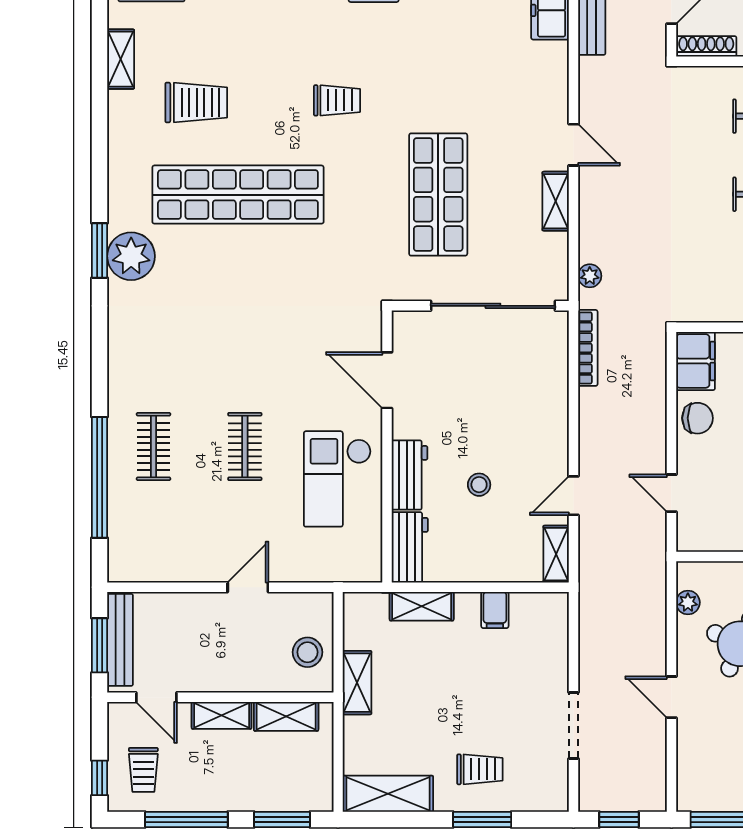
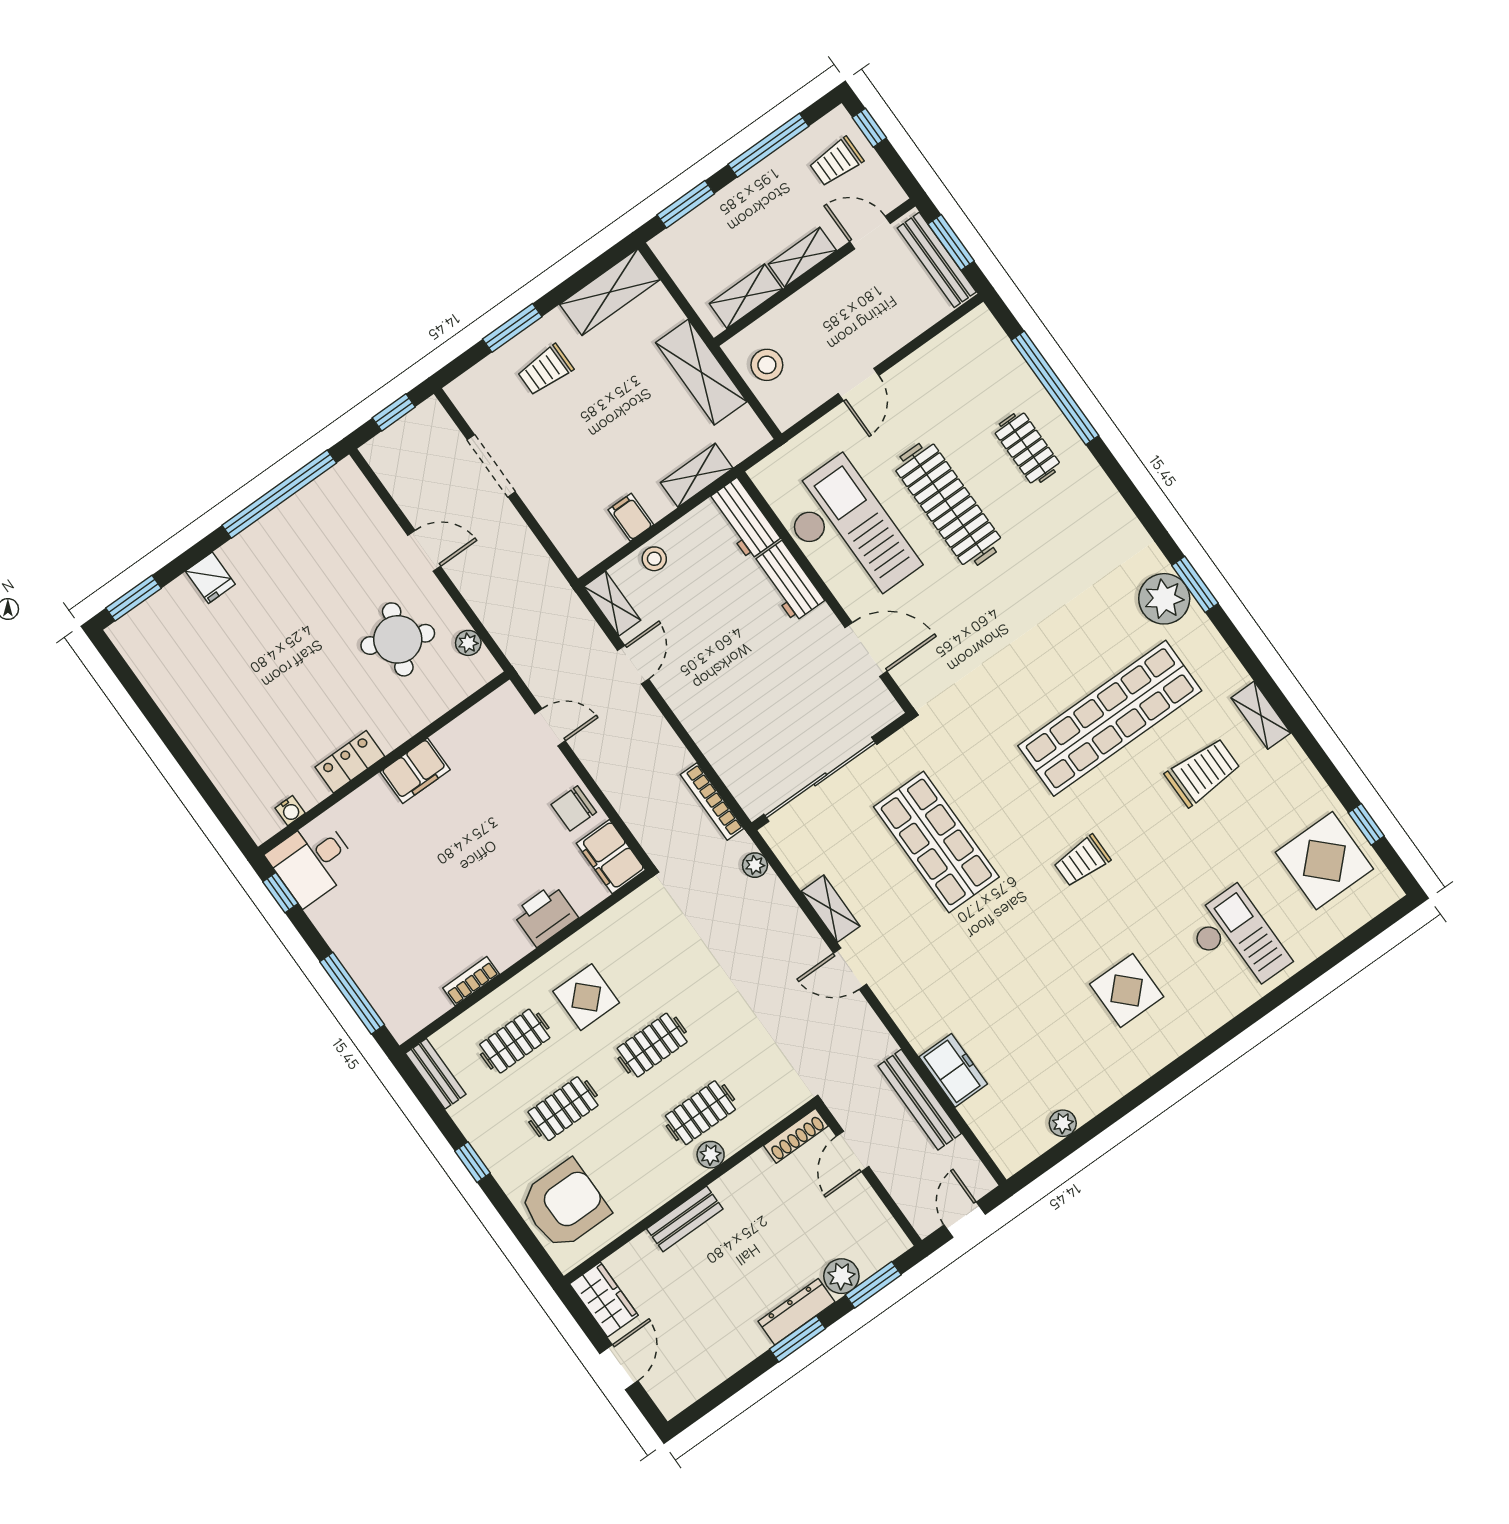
shelving: (121, 59) -> (1261, 715), moved
trolley: (196, 103) -> (1203, 772), turned 180
clothes rail: (245, 446) -> (948, 504), width x1.86, depth x1.31
checkout: (337, 479) -> (848, 533), width x1.36, depth x1.21
stool: (479, 485) -> (654, 559), moved
shelving: (357, 683) -> (701, 372), width x1.50, depth x1.33
trolley: (143, 770) -> (836, 162), turned -90

